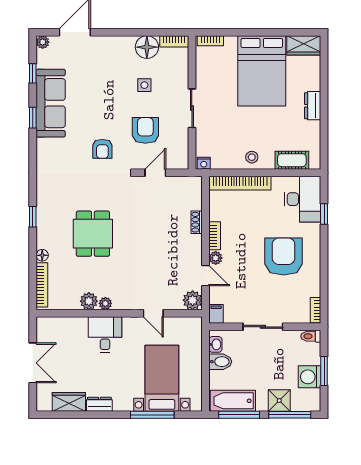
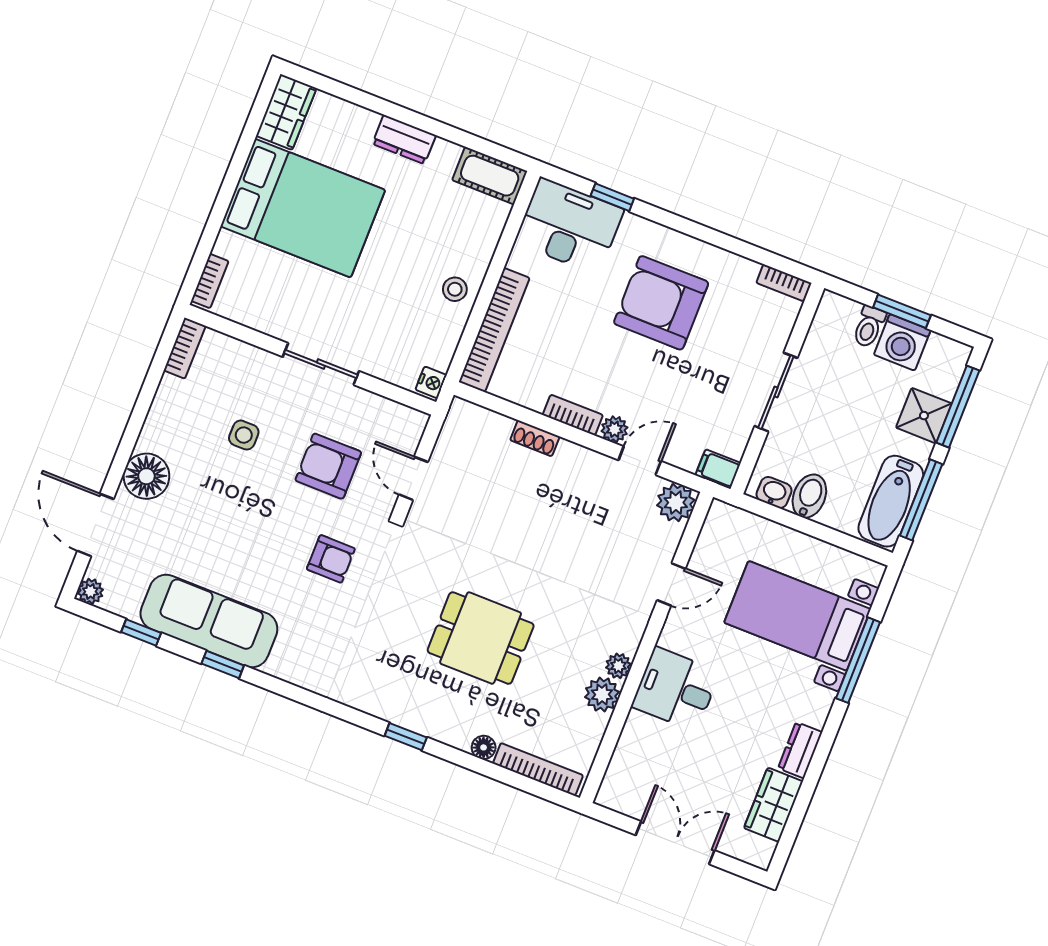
floor lamp: (147, 47) -> (146, 476), moved
cot: (292, 160) -> (490, 176), moved, turned 90
toilet: (311, 336) -> (869, 327), moved

